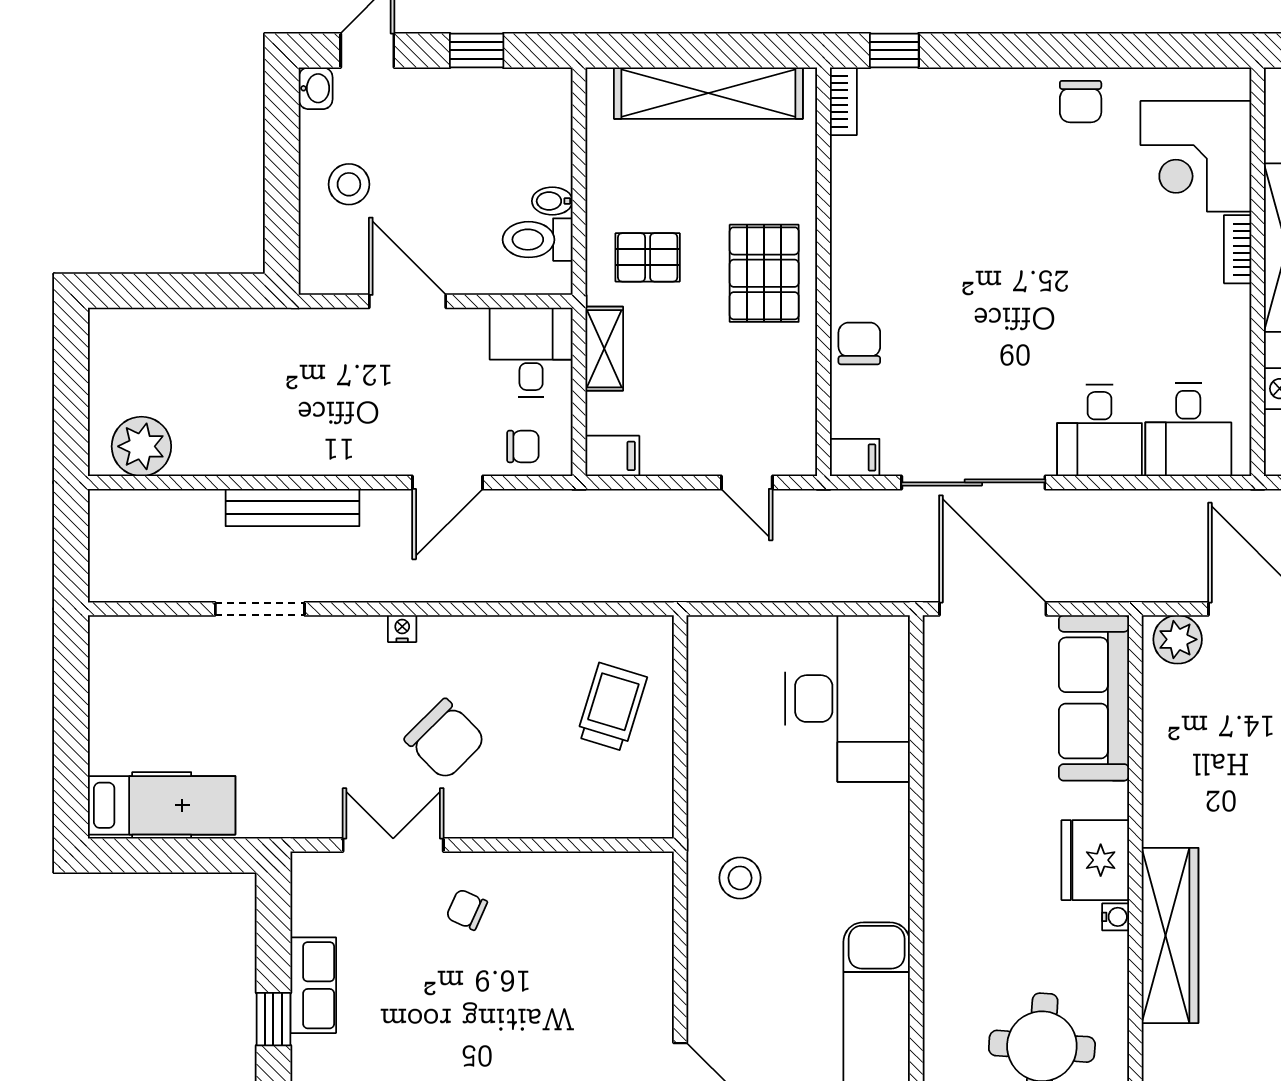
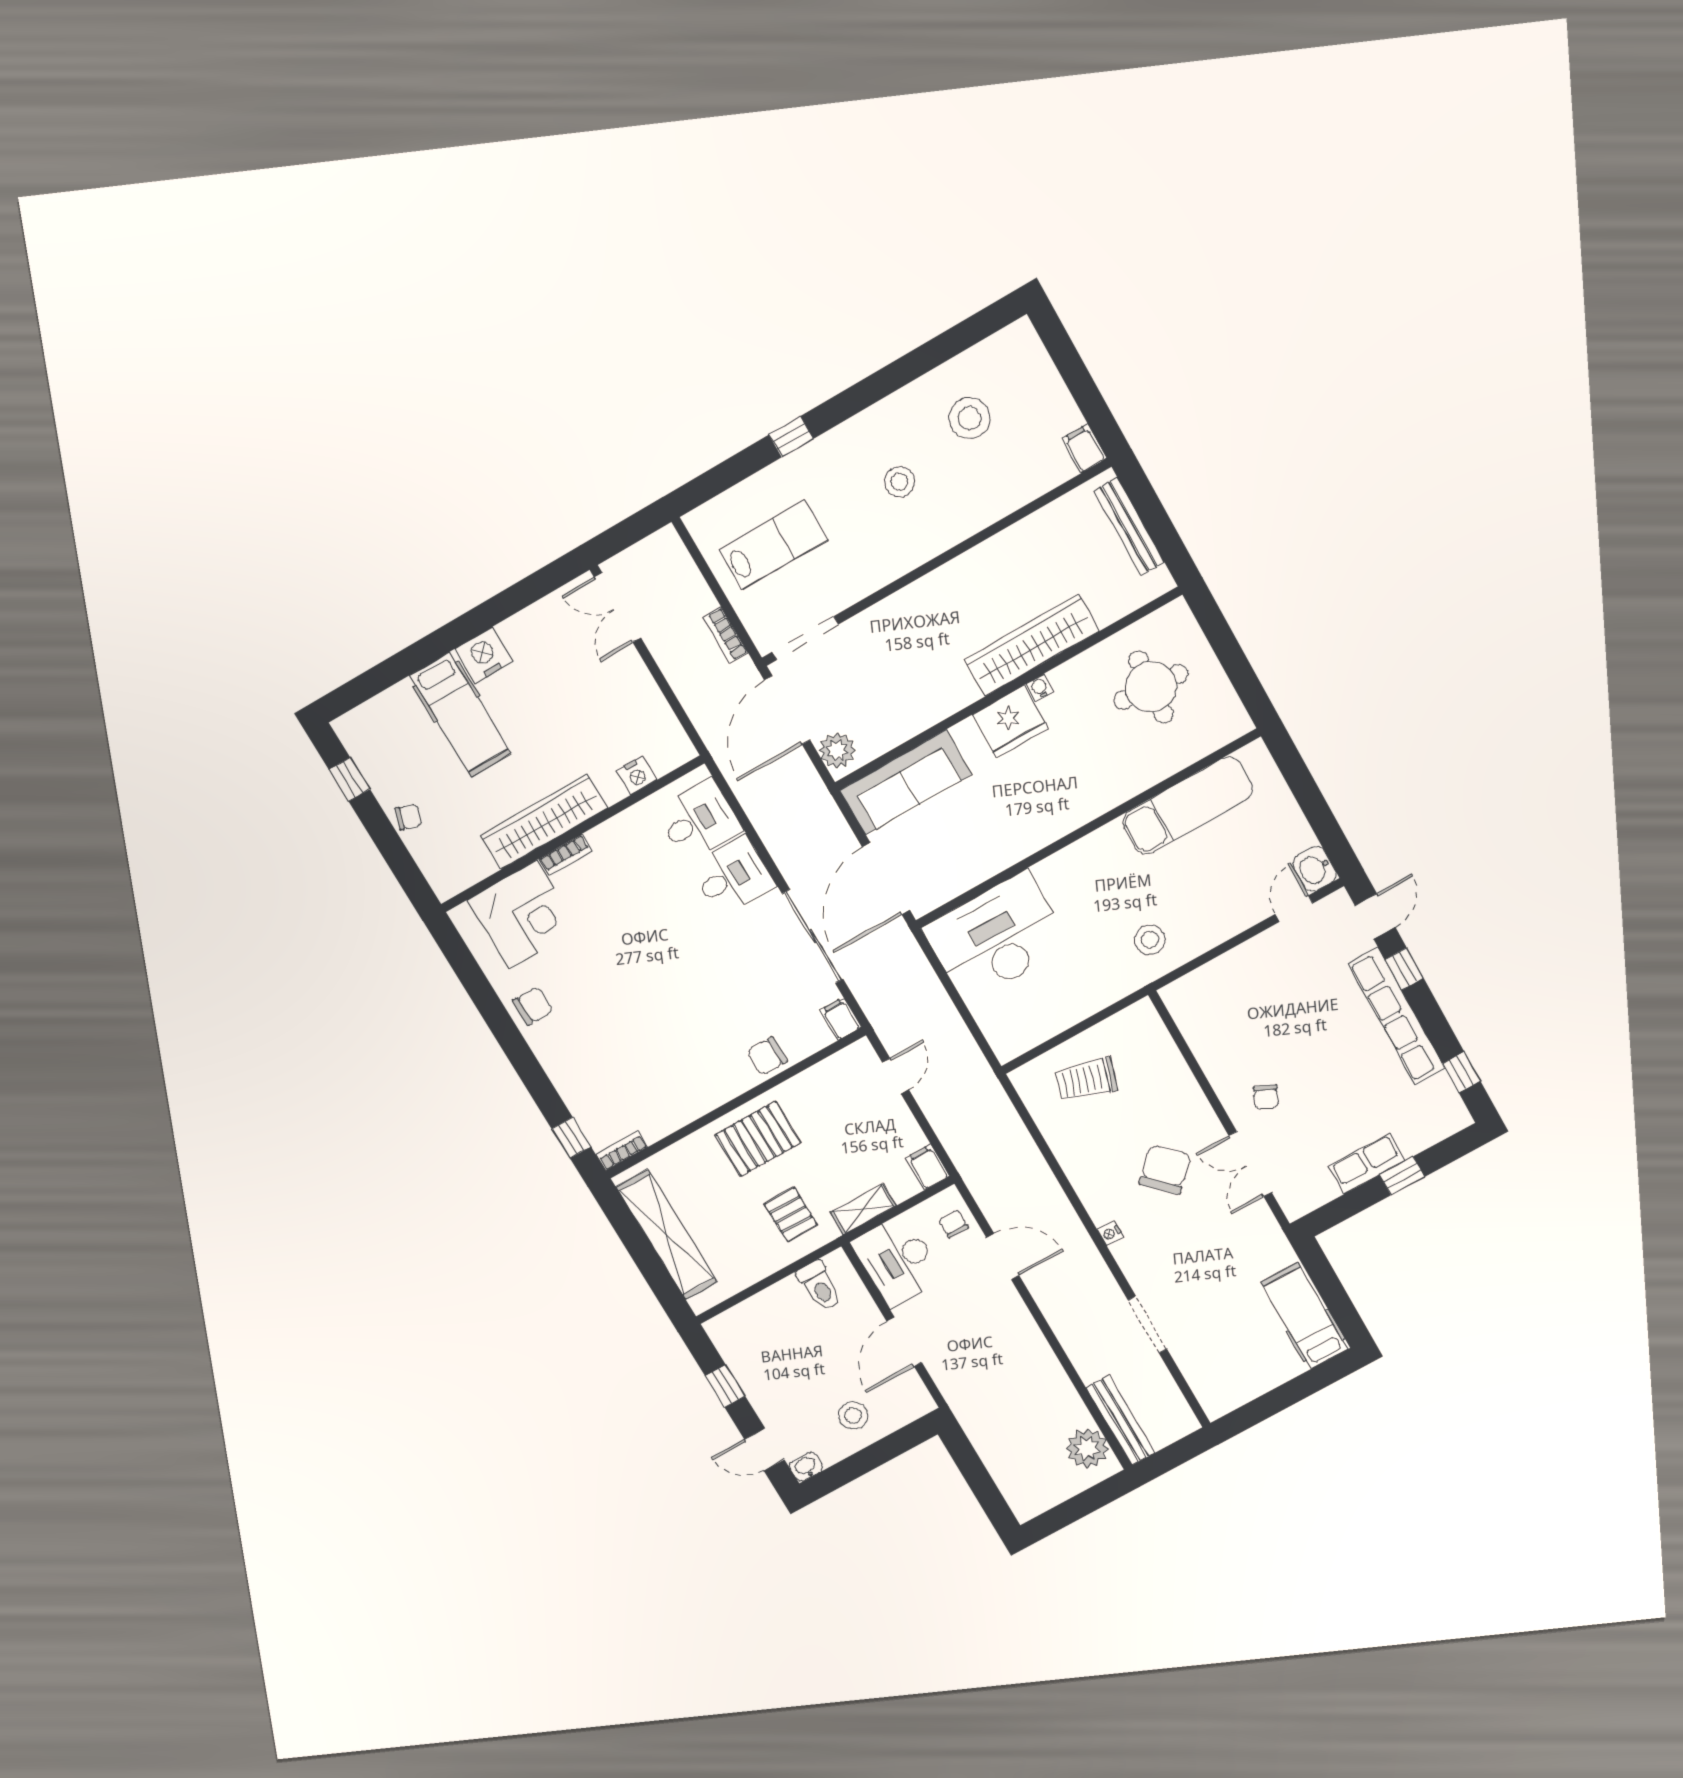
bidet: (552, 201) -> (790, 1291), removed
desk: (531, 352) -> (897, 1261), width x1.37
bench: (292, 508) -> (1120, 1420), moved

